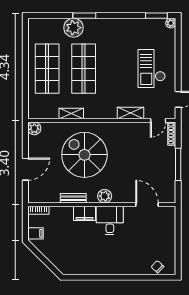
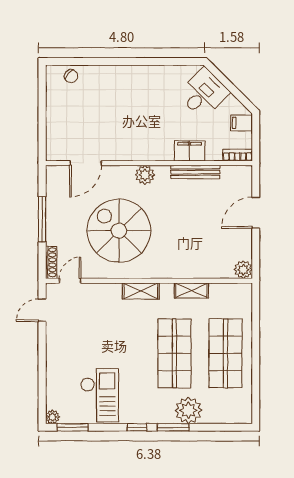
window: (110, 16) -> (137, 427), added
checkout: (152, 69) -> (100, 395), moved
shelving: (130, 113) -> (141, 291), moved
spiral stairs: (84, 155) -> (119, 231), moved, turned 180
bench: (73, 198) -> (195, 172), width x1.36
door: (147, 205) -> (86, 163), hinge flipped
filing cabinet: (84, 213) -> (190, 151), moved
desk: (110, 221) -> (203, 93), moved, turned -135

